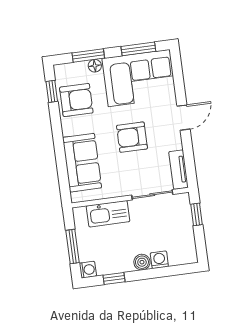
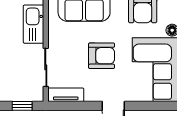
armchair: (132, 137) -> (102, 56), turned 90

